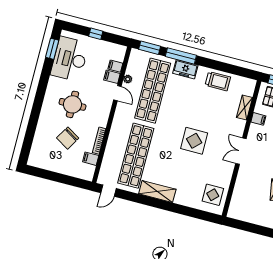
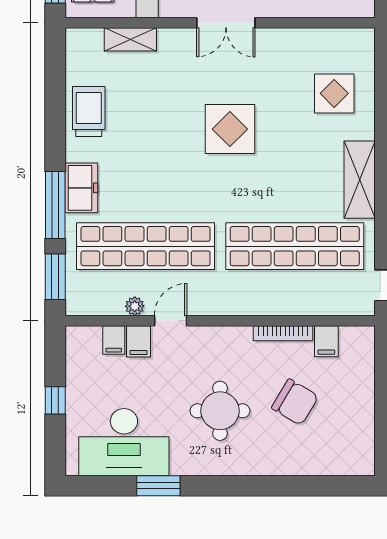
window: (52, 49) -> (158, 486), moved
display table: (213, 195) -> (334, 93), moved

